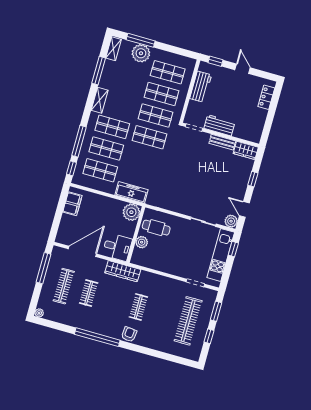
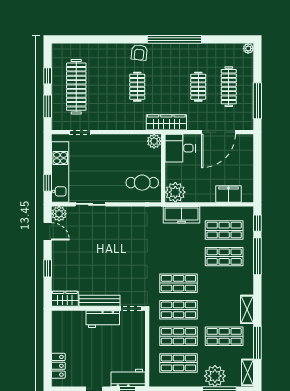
workbench: (201, 87) -> (128, 378), moved, turned 90
shop shelf: (112, 127) -> (224, 336), moved
bench: (222, 142) -> (100, 301), width x1.36
filing cabinet: (72, 204) -> (229, 194), moved, turned 90
plant: (142, 242) -> (154, 141), moved

